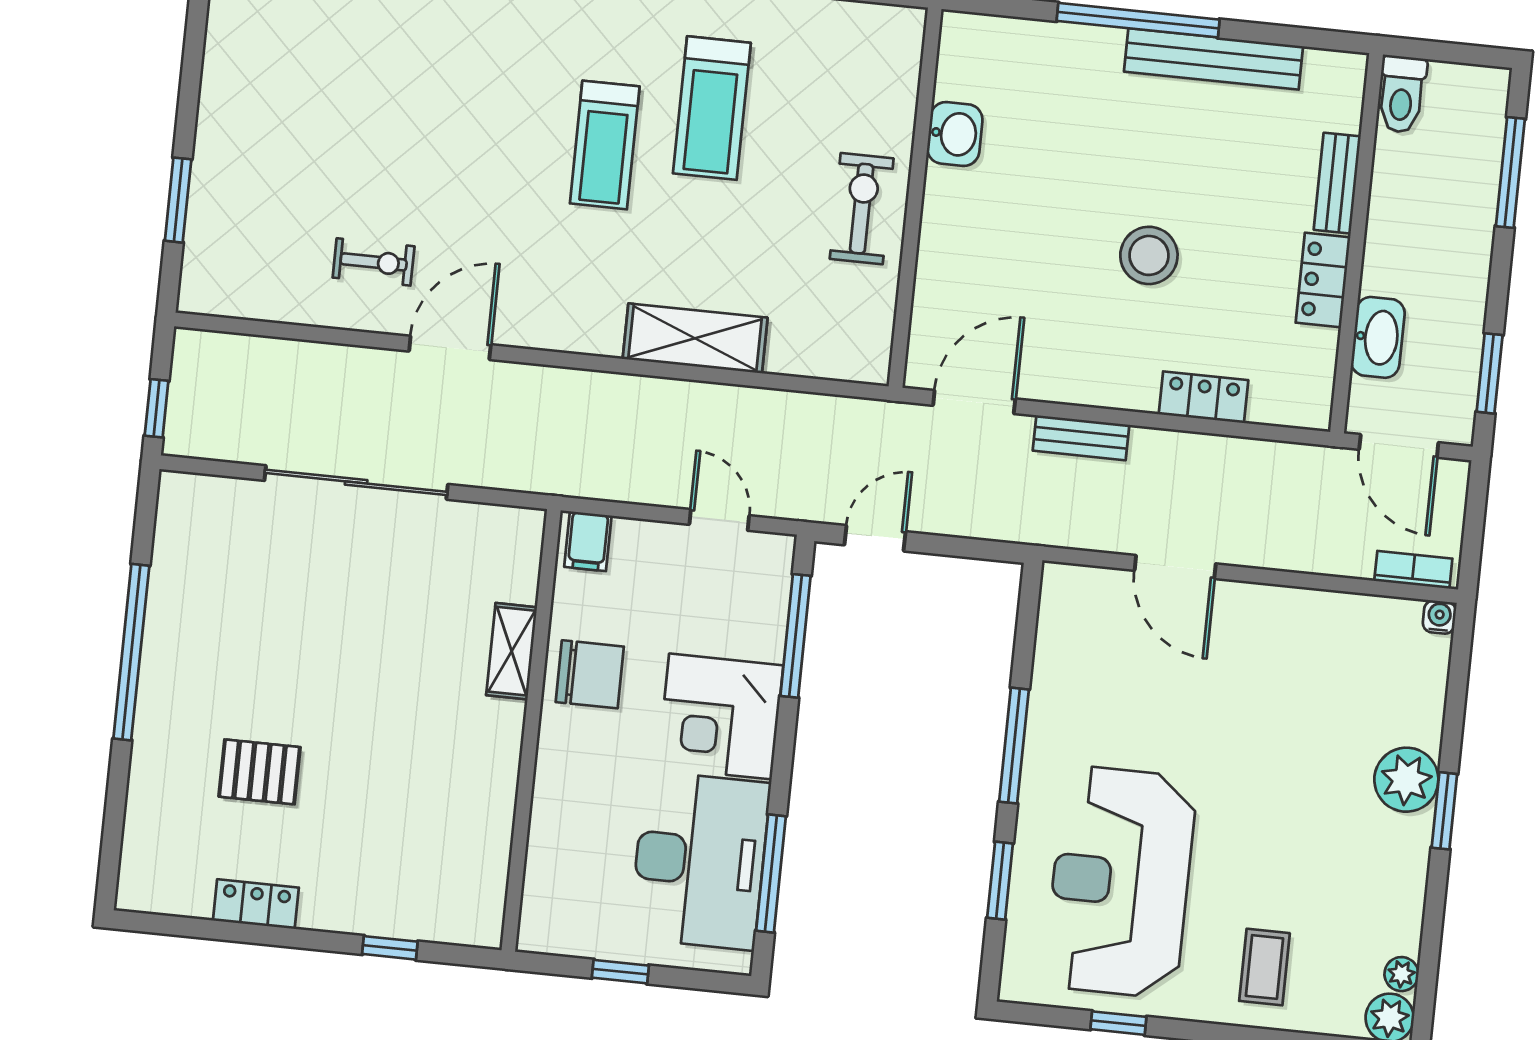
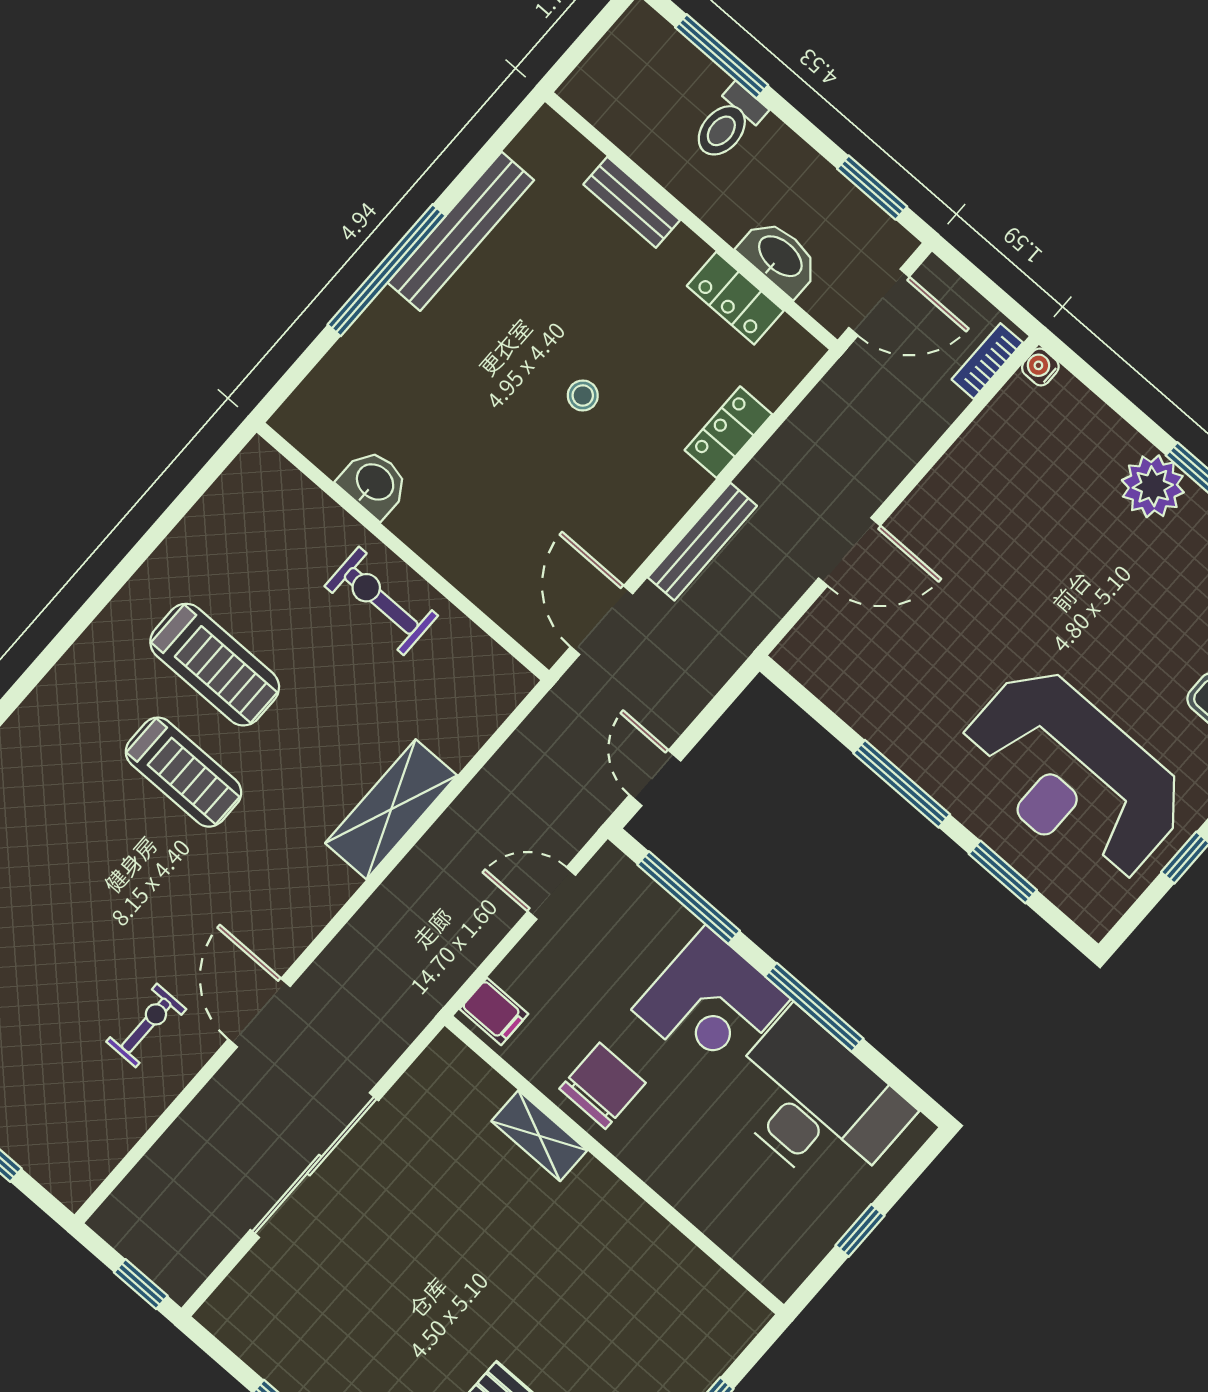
toilet: (1402, 94) -> (728, 123), moved, turned 90
stool: (1149, 255) -> (583, 395), width x0.53, depth x0.53
locker: (1323, 280) -> (735, 298), moved
bench: (1081, 438) -> (702, 542), width x1.36
window: (771, 874) -> (814, 1007), moved

